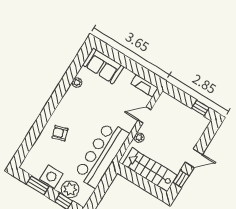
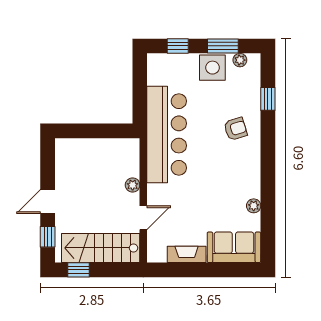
fireplace: (144, 86) -> (187, 254), moved
window: (31, 139) -> (268, 99), added
stairs: (150, 170) -> (101, 248), moved, turned 180
window: (181, 179) -> (48, 237), moved
plant: (70, 189) -> (240, 60), moved, width x0.53, depth x0.53

